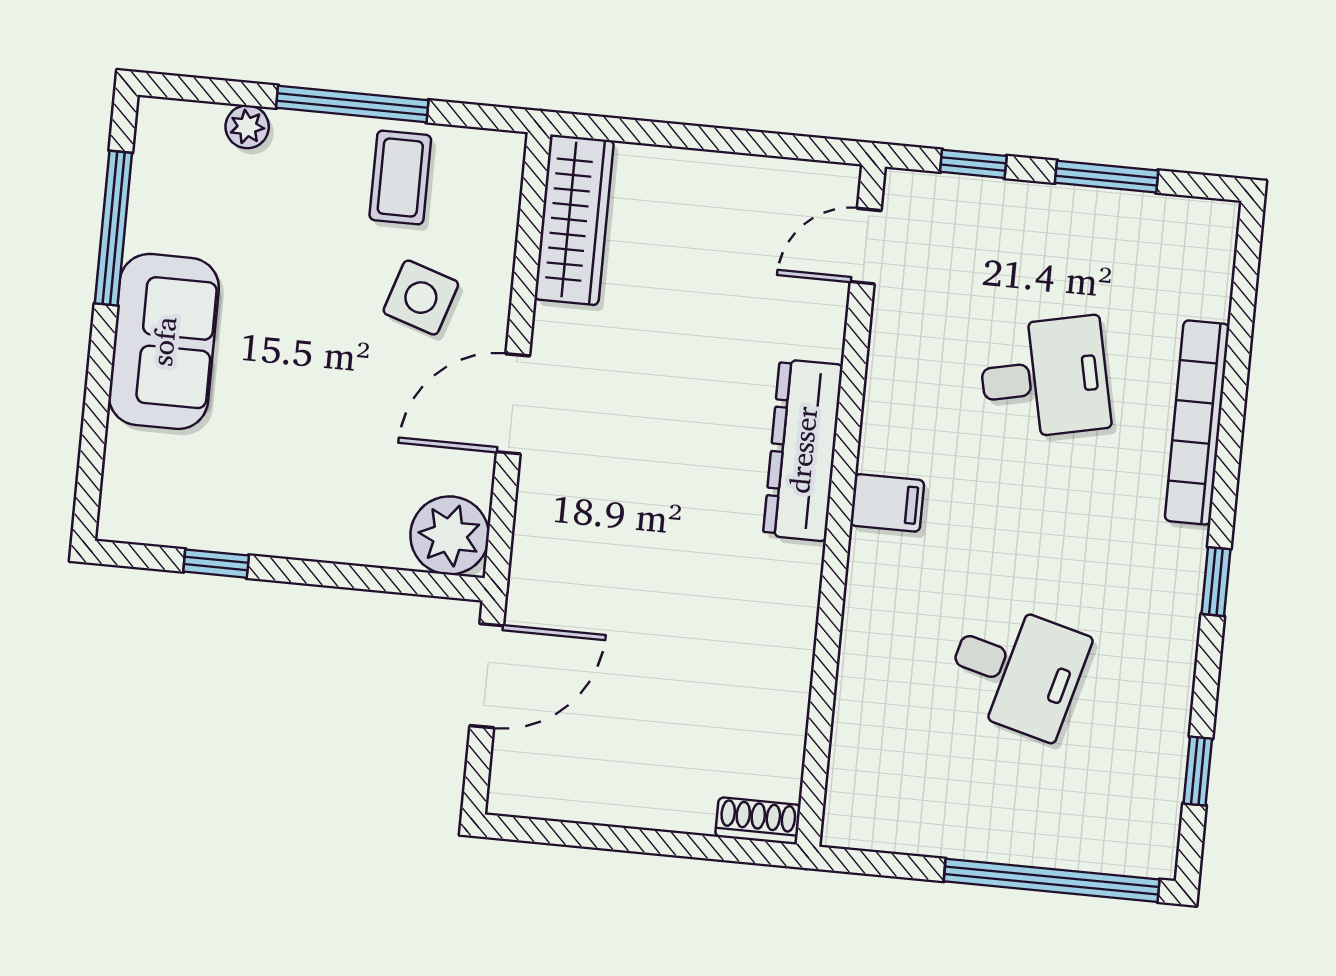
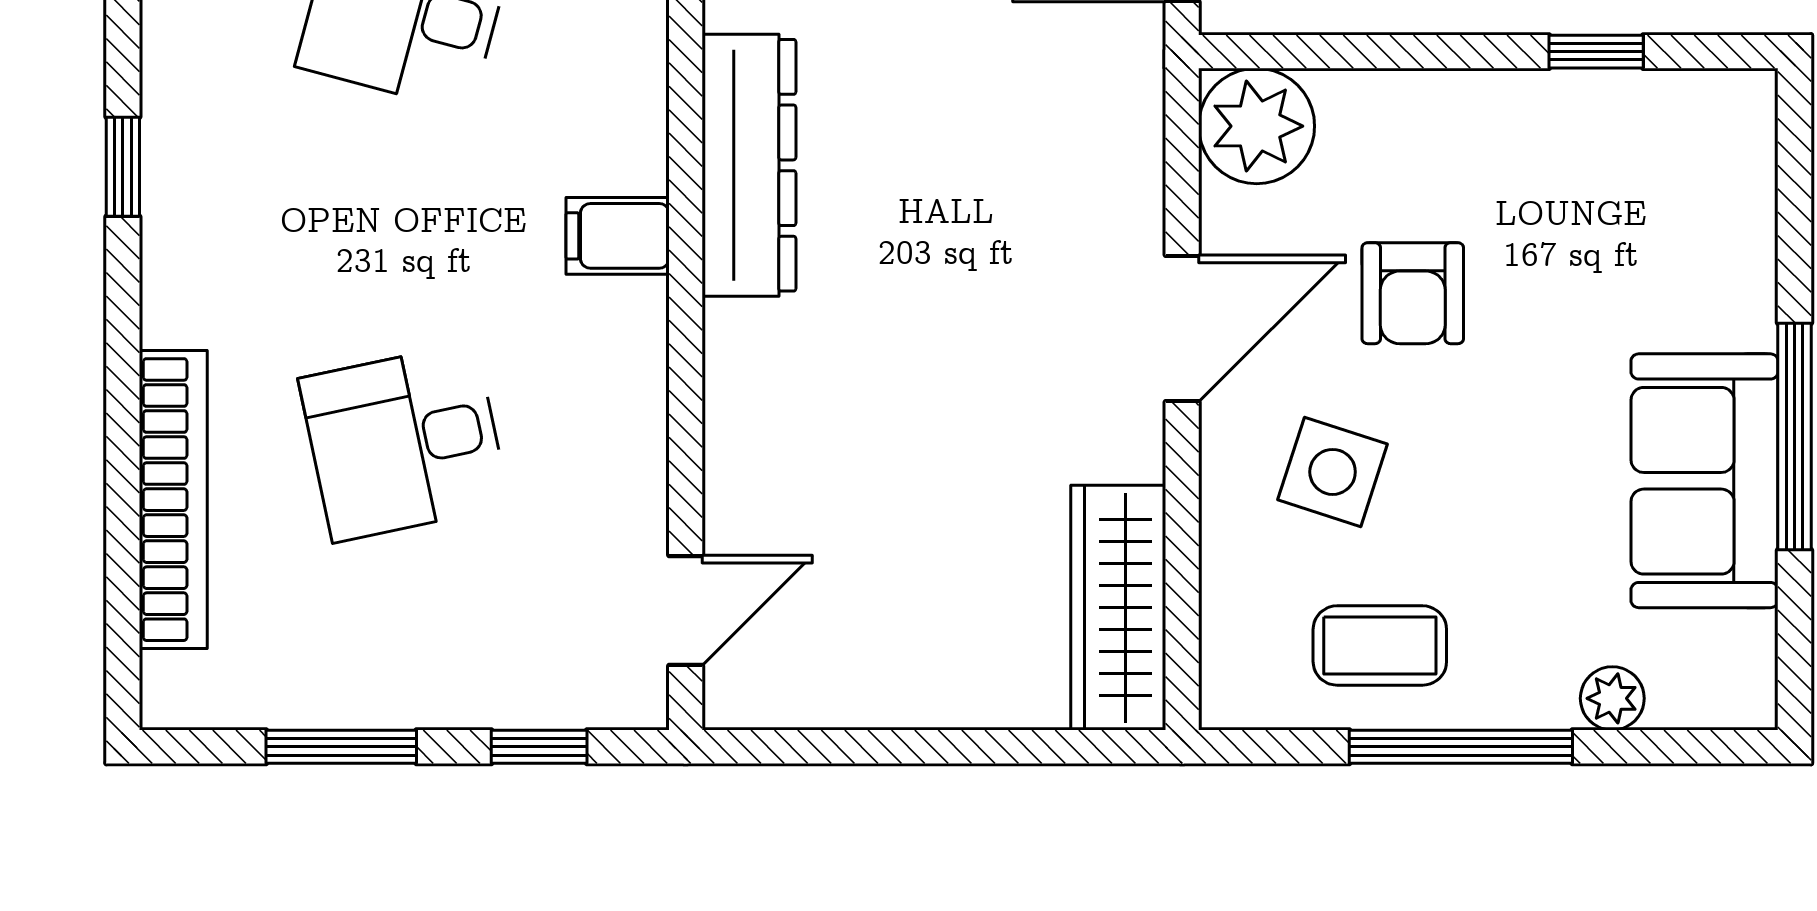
coffee table: (400, 178) -> (1380, 645), turned 90
window: (113, 228) -> (1795, 436), moved
sofa: (164, 341) -> (1705, 481), moved
armchair: (355, 413) -> (1413, 293), added
bookcase: (1197, 422) -> (173, 500), moved
dresser: (803, 450) -> (749, 165), moved

